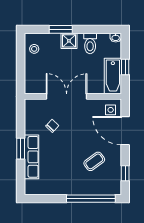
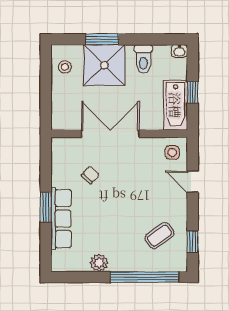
shower: (69, 41) -> (104, 65), width x1.86, depth x1.86
door: (125, 131) -> (193, 182), width x0.53
coffee table: (94, 161) -> (159, 236), moved
plant: (59, 188) -> (99, 263), added

